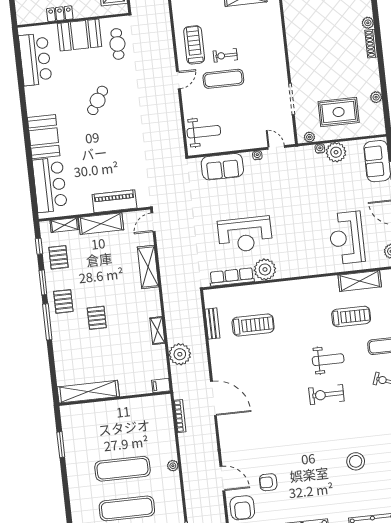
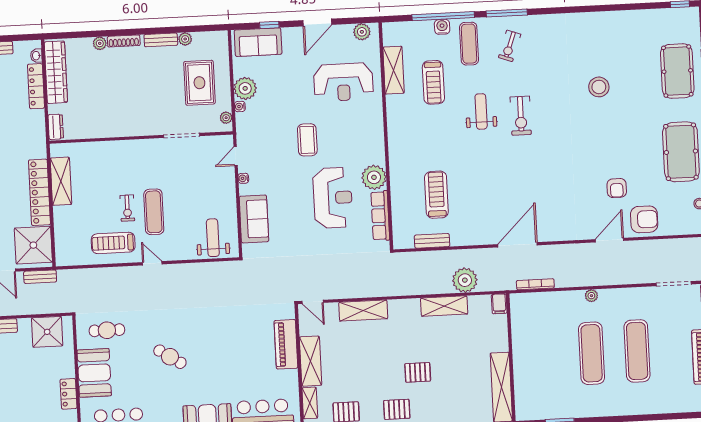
bench: (374, 76) -> (161, 40), added
coffee table: (294, 209) -> (307, 140), added
treadmill: (351, 316) -> (433, 82), turned 180
shelving: (157, 331) -> (444, 306), width x1.50, depth x1.33

